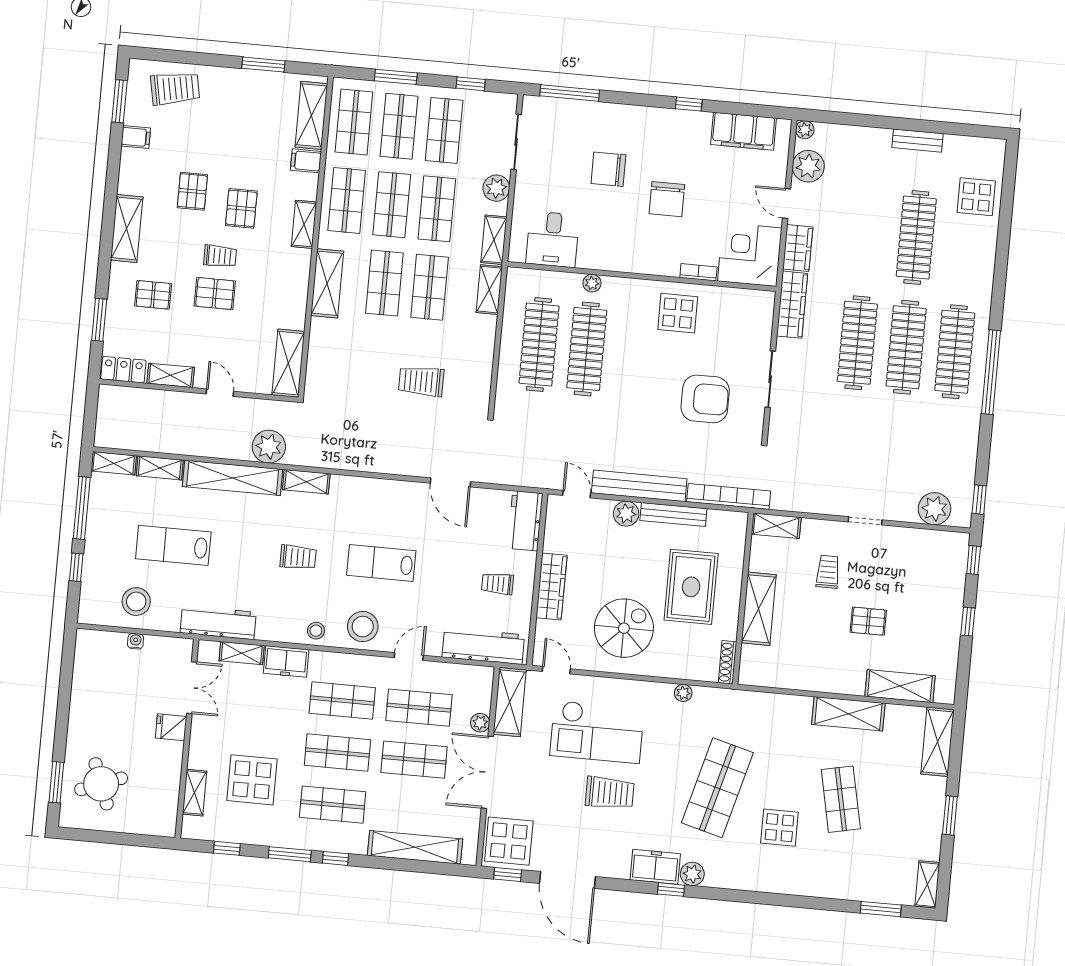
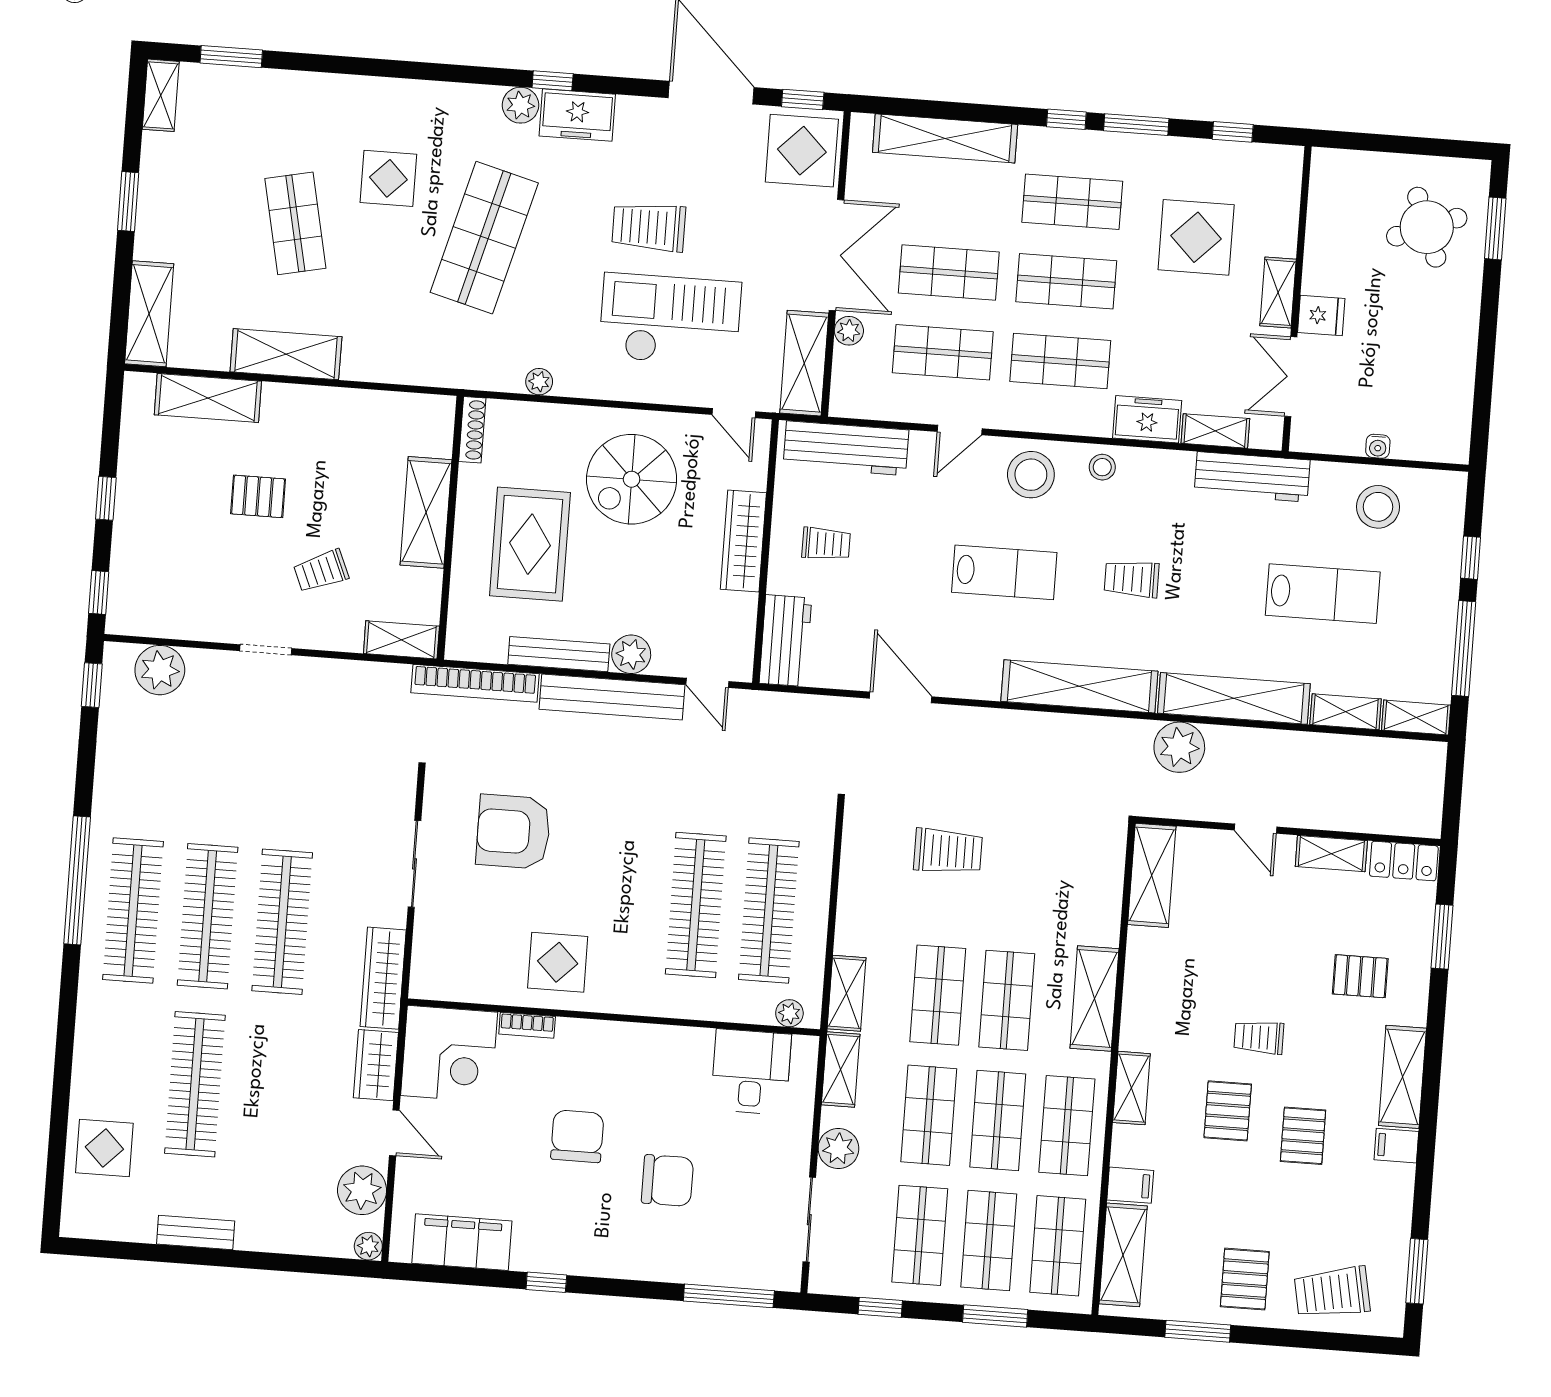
filing cabinet: (136, 137) -> (1396, 1146), moved
plant: (592, 283) -> (789, 1013), moved
pallet: (215, 294) -> (1245, 1279), moved, turned 90
shelving: (306, 482) -> (1079, 686), width x2.20, depth x1.33
trolley: (828, 572) -> (321, 571), turned 67
shelving: (194, 793) -> (1278, 293), moved

